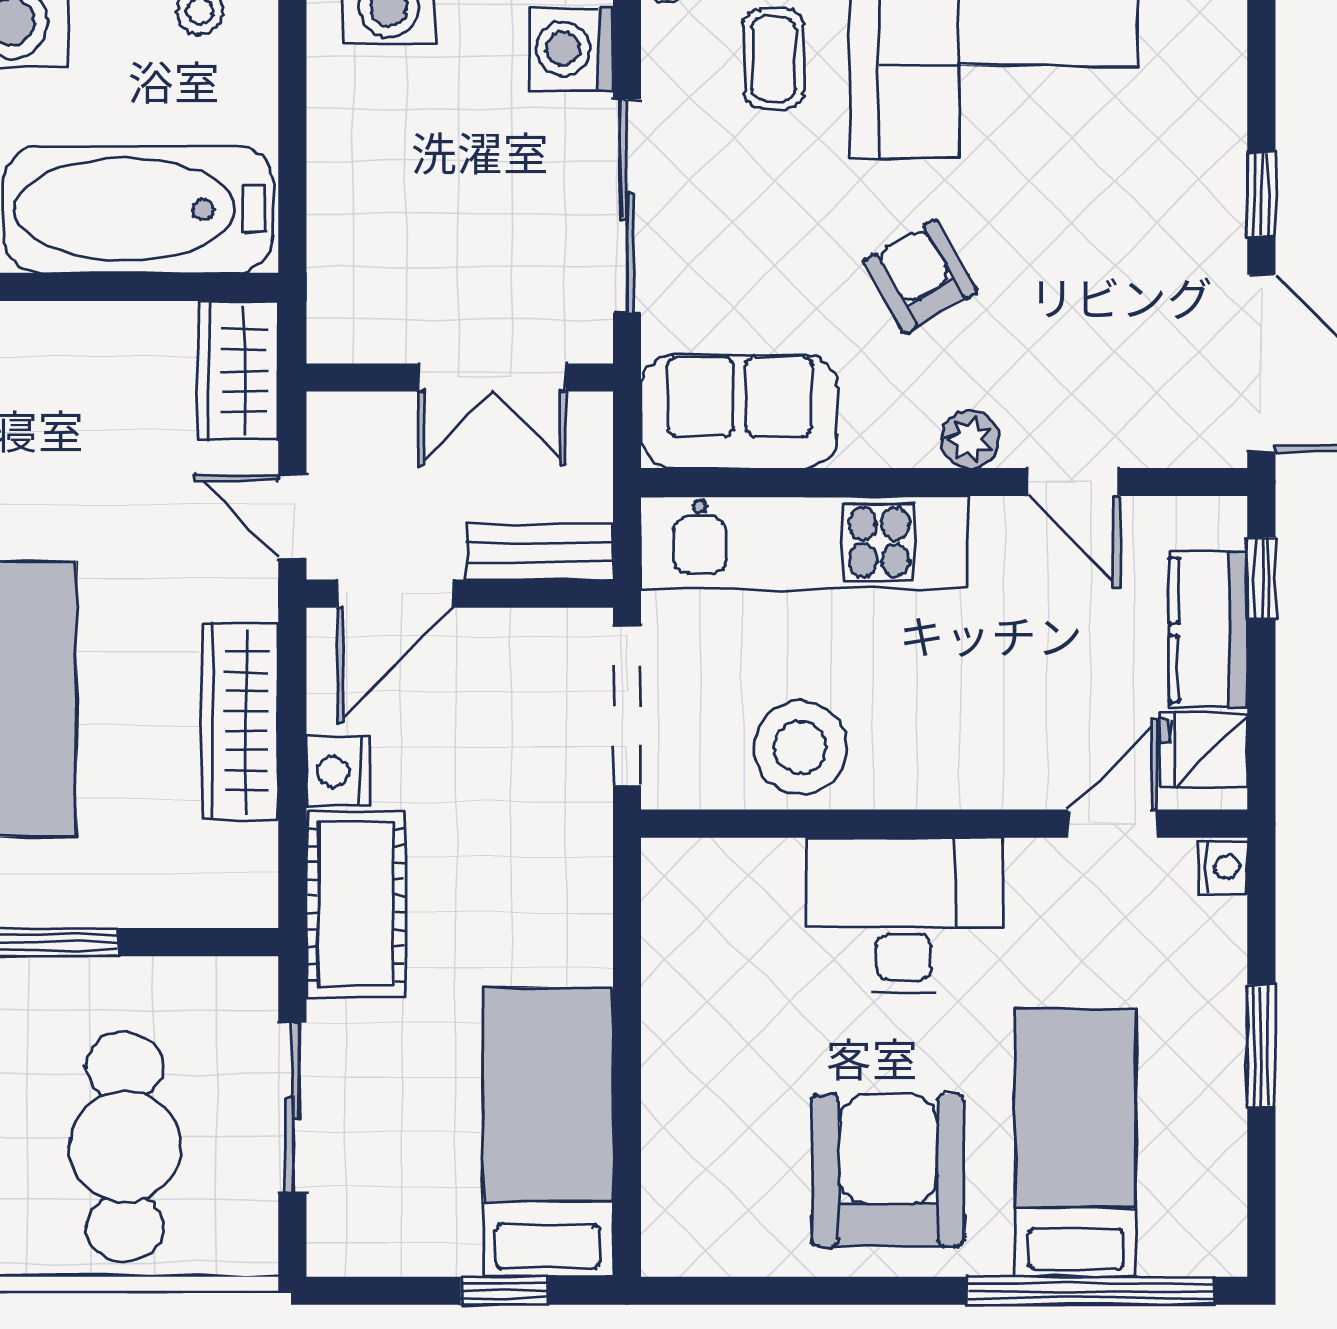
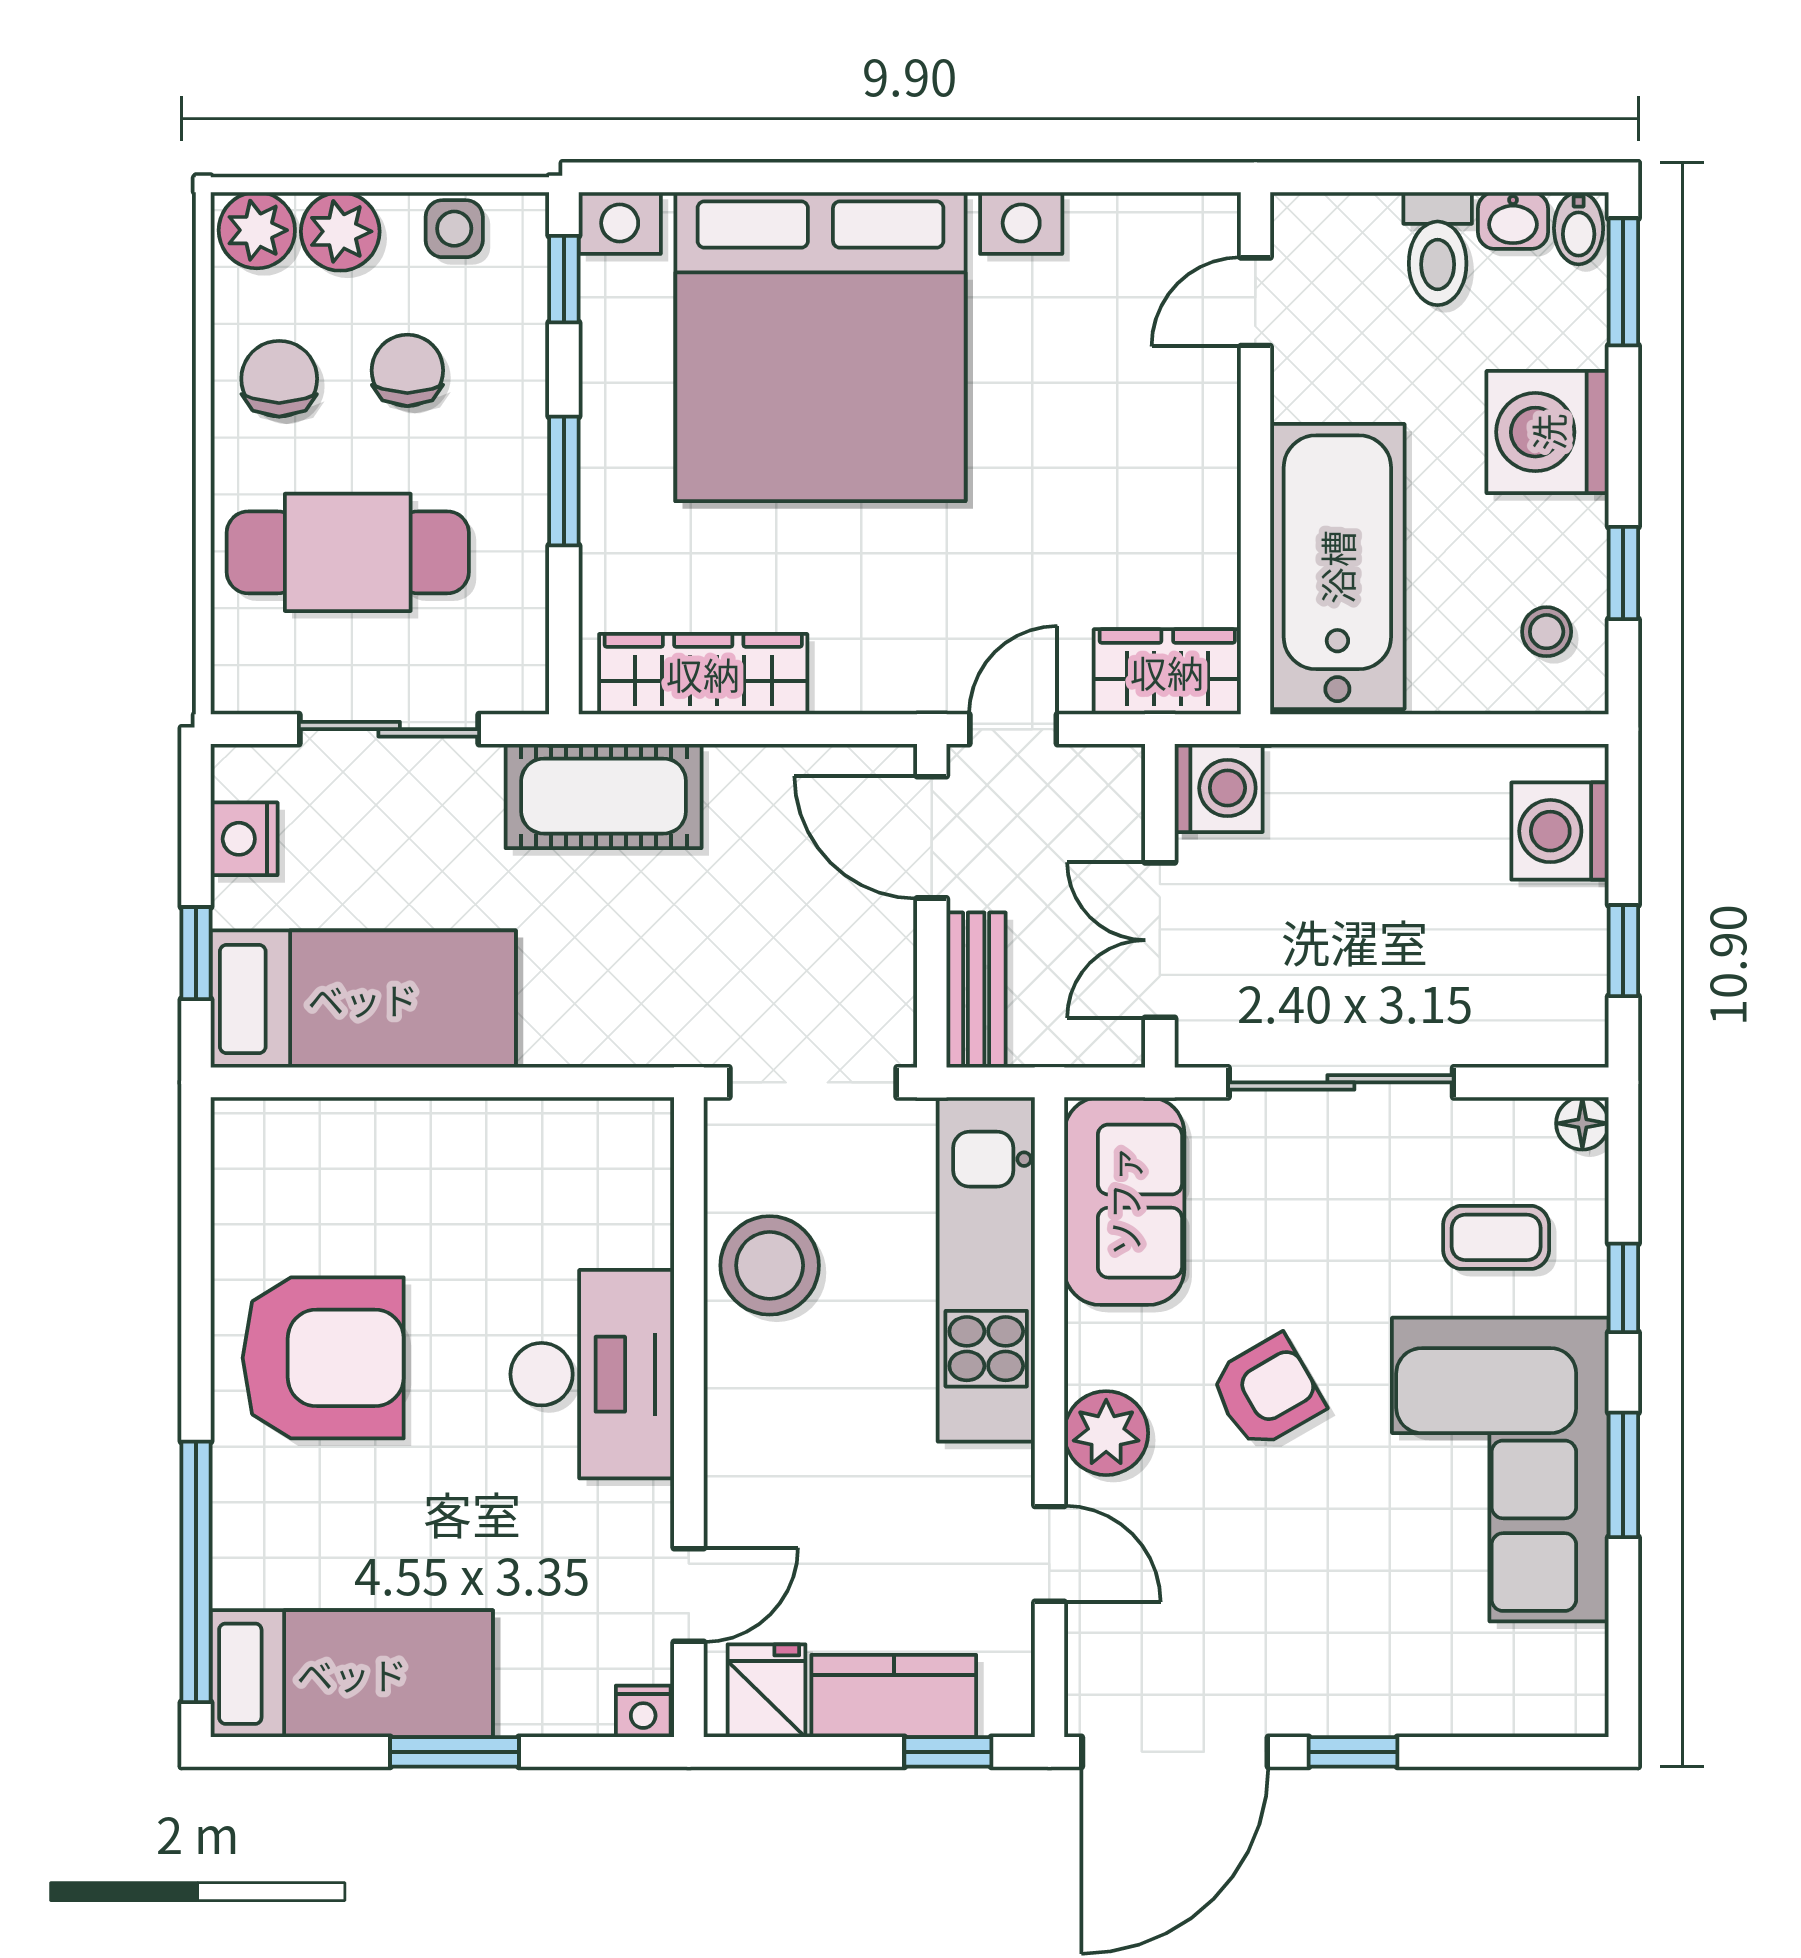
washing machine: (571, 49) -> (1219, 788), moved, turned 90
plant: (970, 439) -> (1106, 1433), width x1.38, depth x1.38
door: (1074, 482) -> (1049, 1554), swing flipped
wardrobe: (240, 721) -> (703, 674), moved
nightstand: (338, 772) -> (244, 839), moved, turned -90
door: (1113, 824) -> (689, 1595), hinge flipped
bed: (1076, 1143) -> (352, 1674), moved

